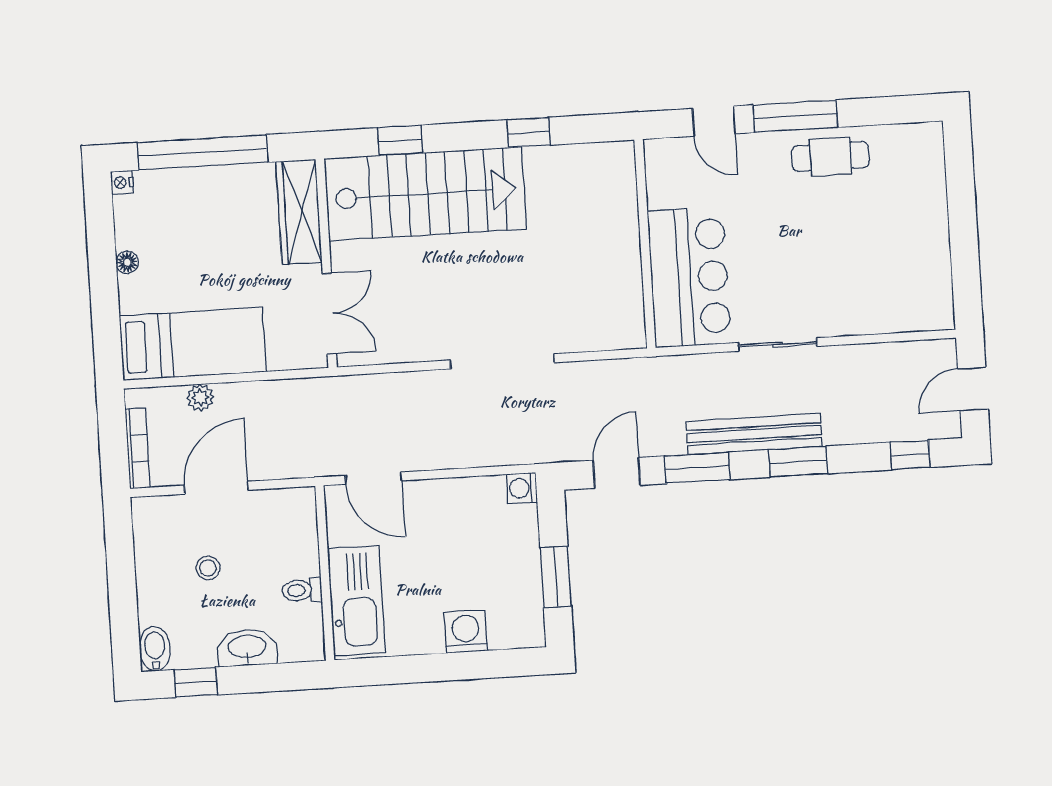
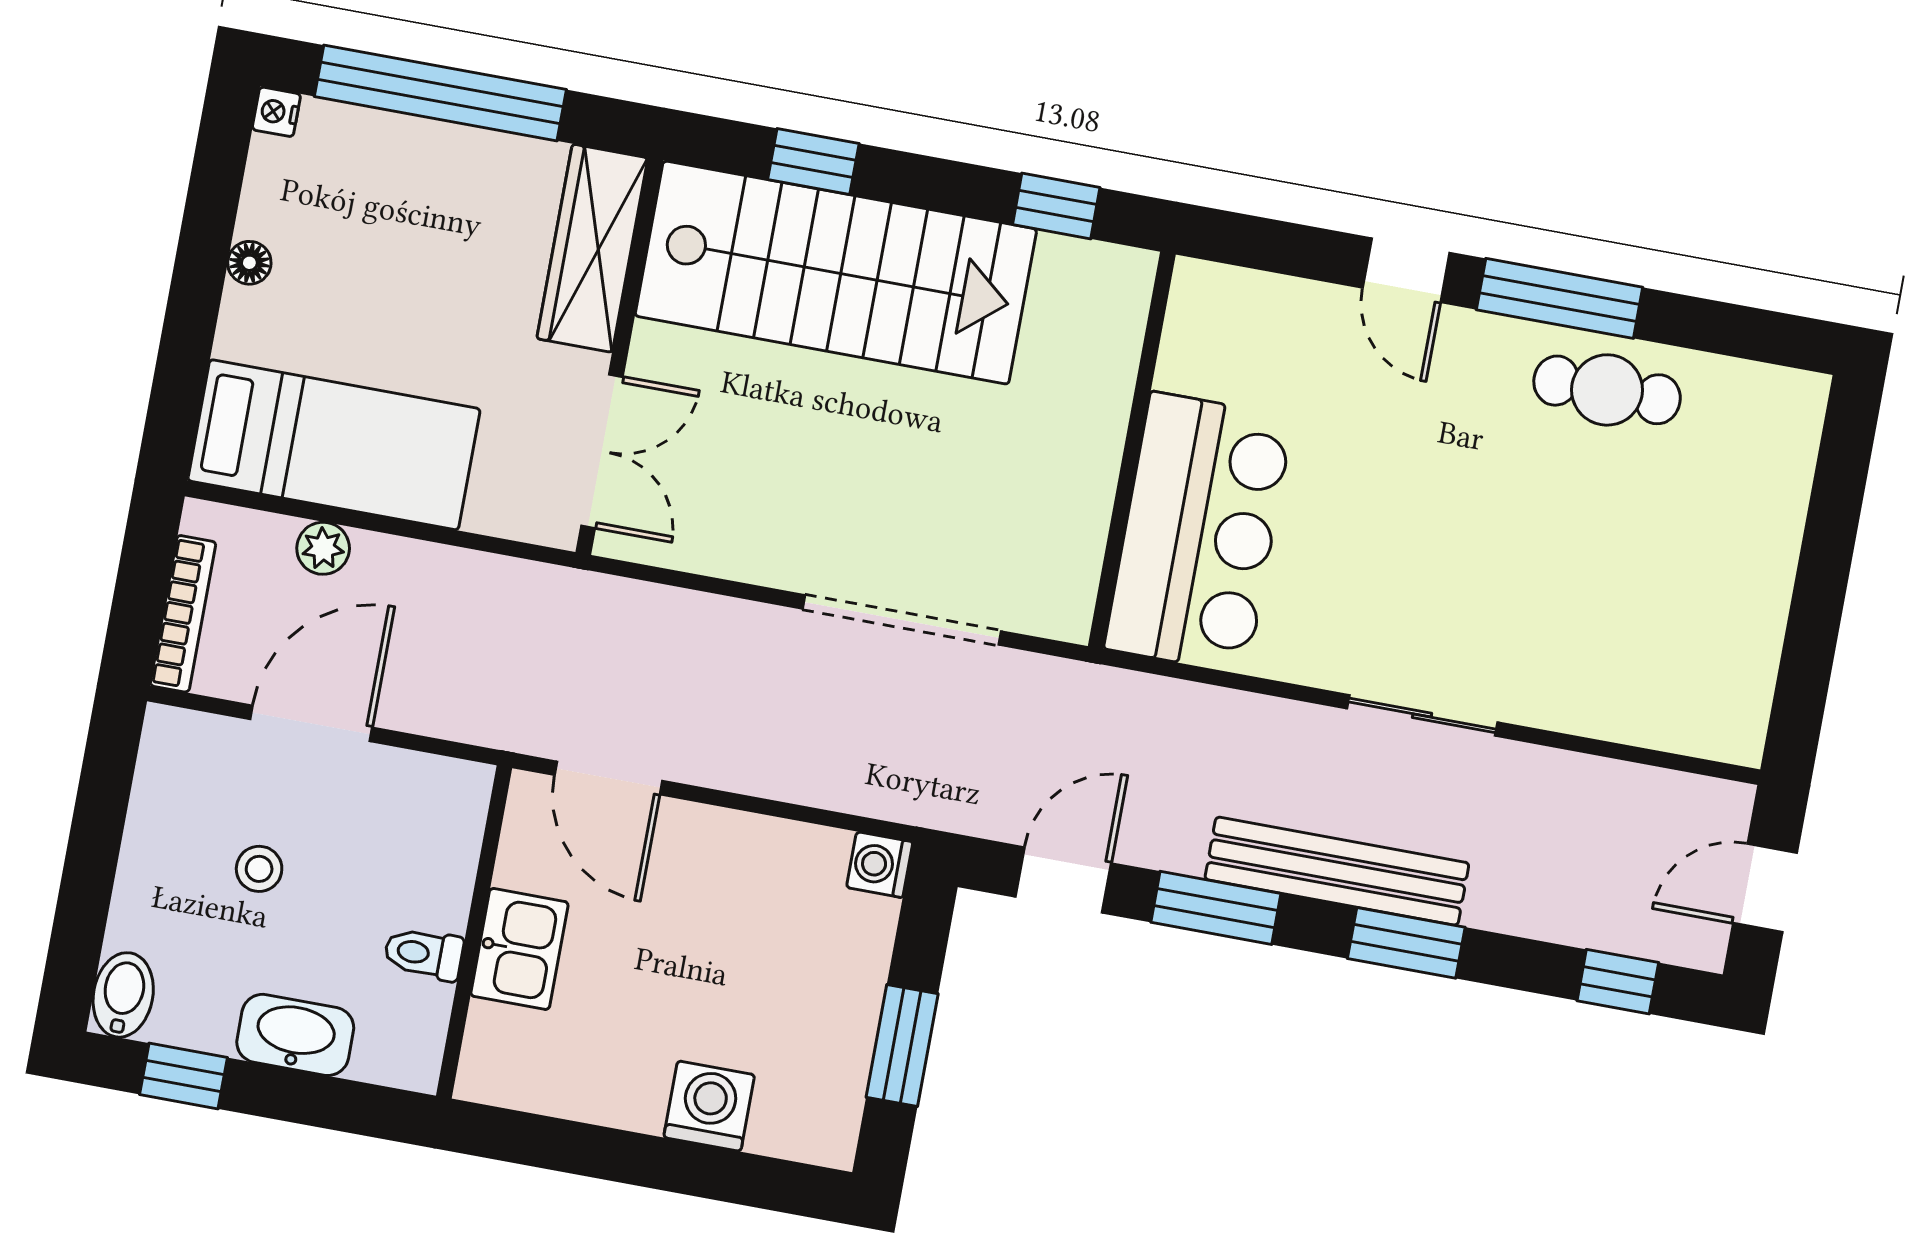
wall: (645, 244) -> (1132, 450), moved
bar counter: (689, 277) -> (1199, 533), moved
kitchen sink: (356, 601) -> (519, 949), width x0.53, depth x0.81

